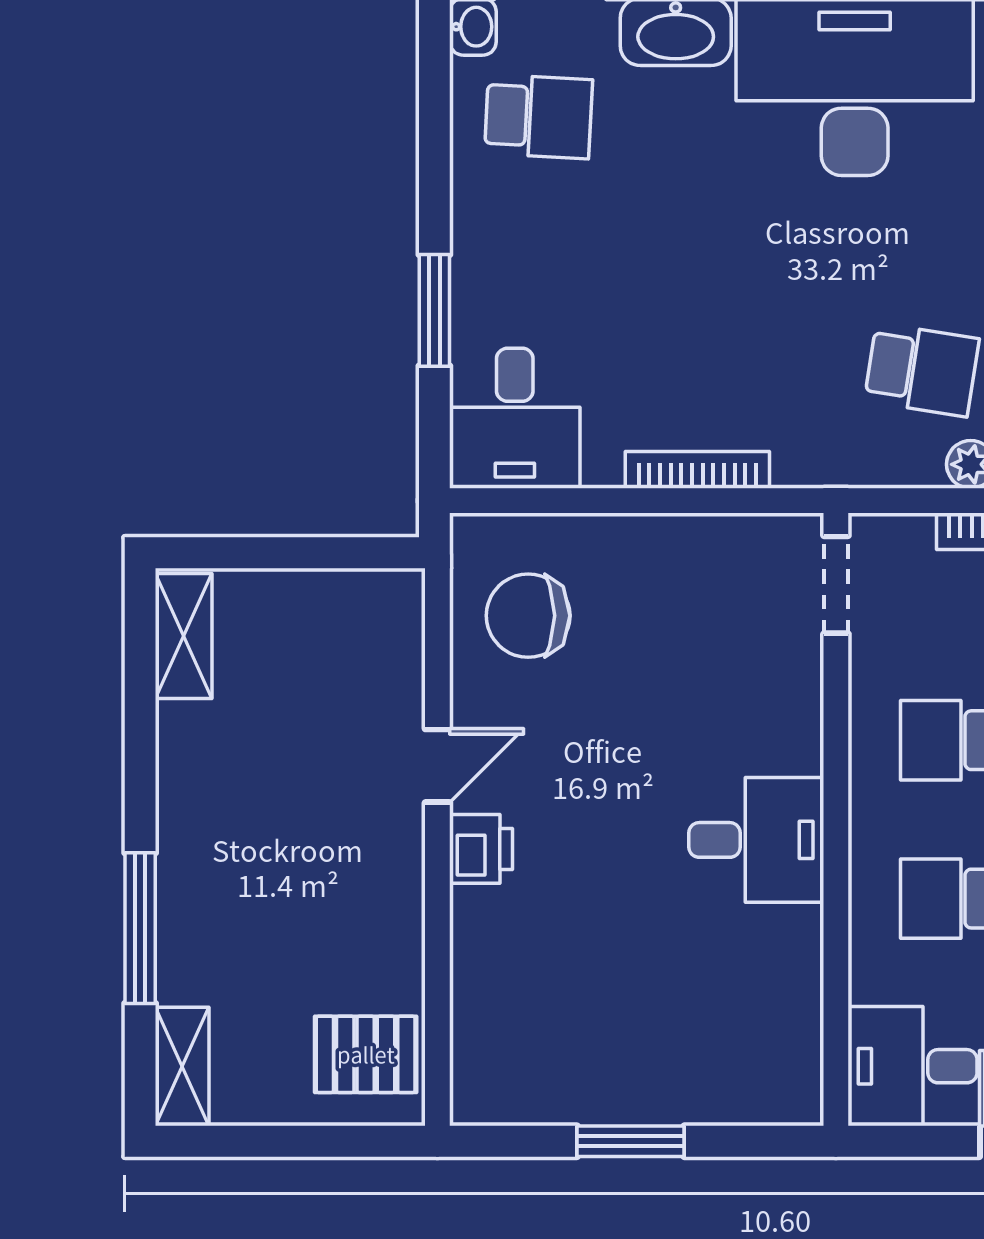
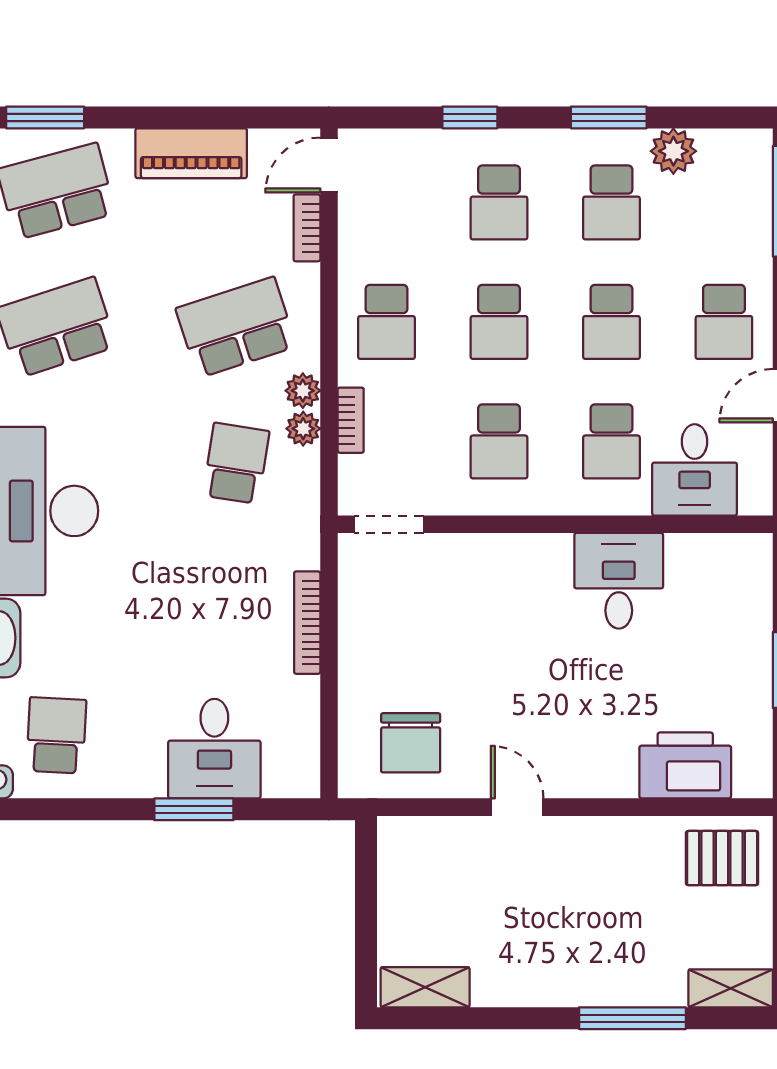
desk: (515, 418) -> (214, 749), moved, turned 90
desk: (756, 840) -> (619, 581), moved
printer: (481, 849) -> (685, 765), moved, width x1.87, depth x1.48
pallet: (366, 1054) -> (722, 858), turned 90
desk: (913, 1066) -> (695, 470), moved

